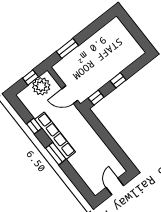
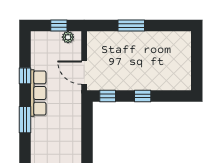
window: (67, 48) -> (131, 25), moved
plant: (41, 86) -> (68, 37), width x0.53, depth x0.53
row of seats: (55, 136) -> (38, 93), width x0.73

